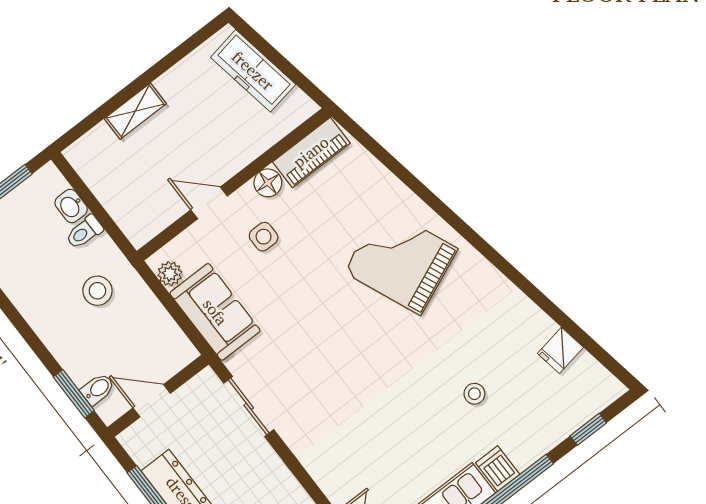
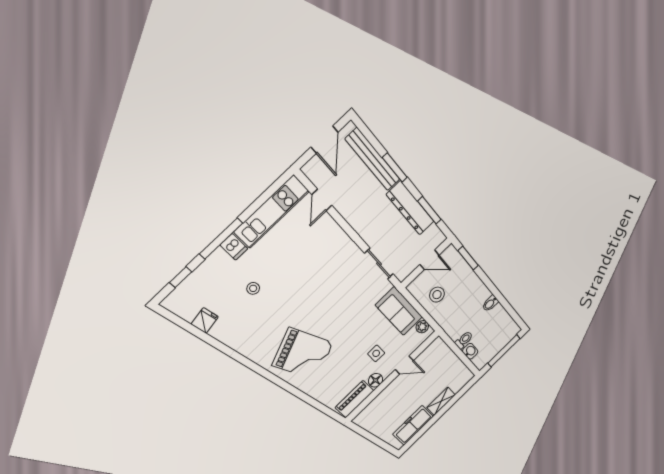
freezer: (253, 71) -> (413, 425), moved, turned -80
stool: (97, 291) -> (437, 295), moved
bidet: (98, 389) -> (490, 303), moved

